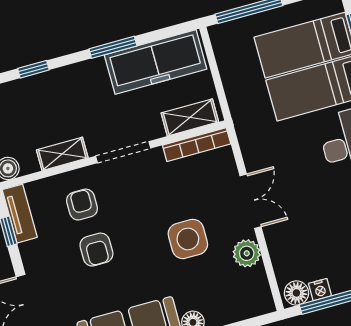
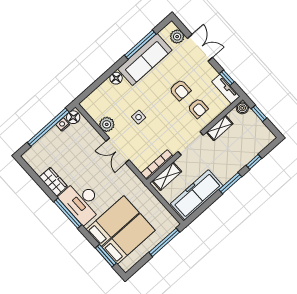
window: (113, 47) -> (230, 183), moved
side table: (188, 239) -> (139, 117), width x0.54, depth x0.54
armchair: (96, 250) -> (180, 90), turned 180

